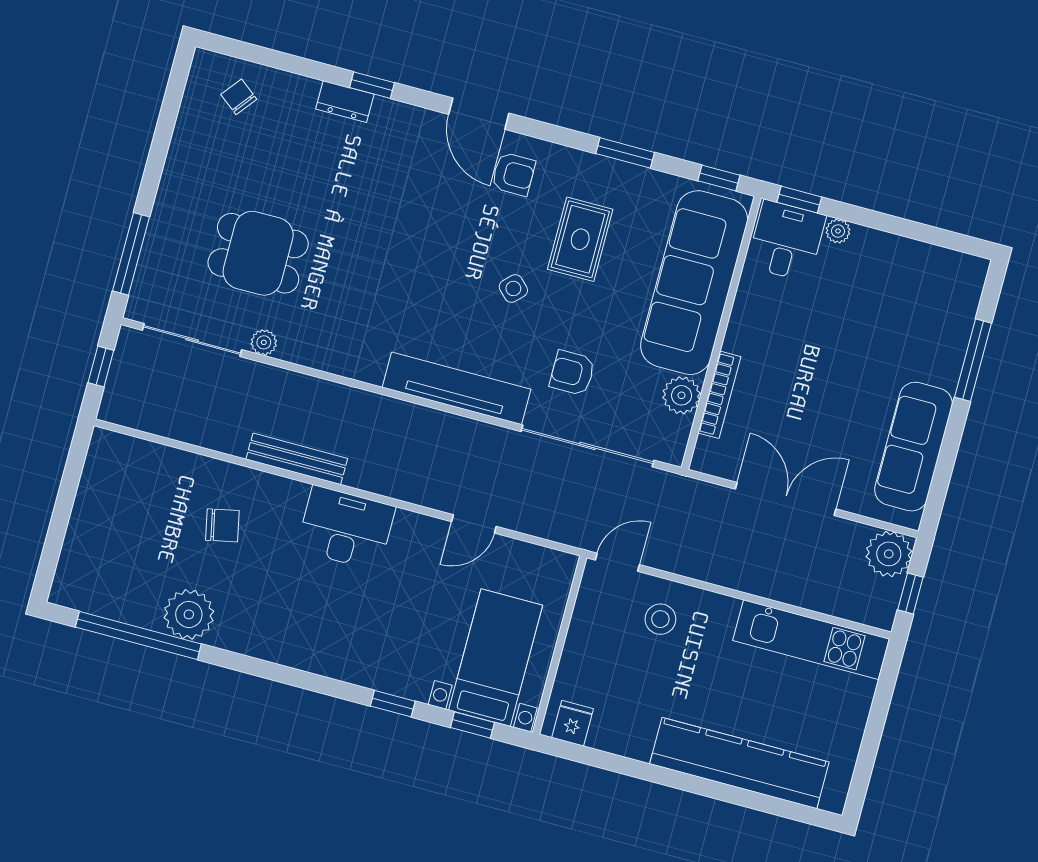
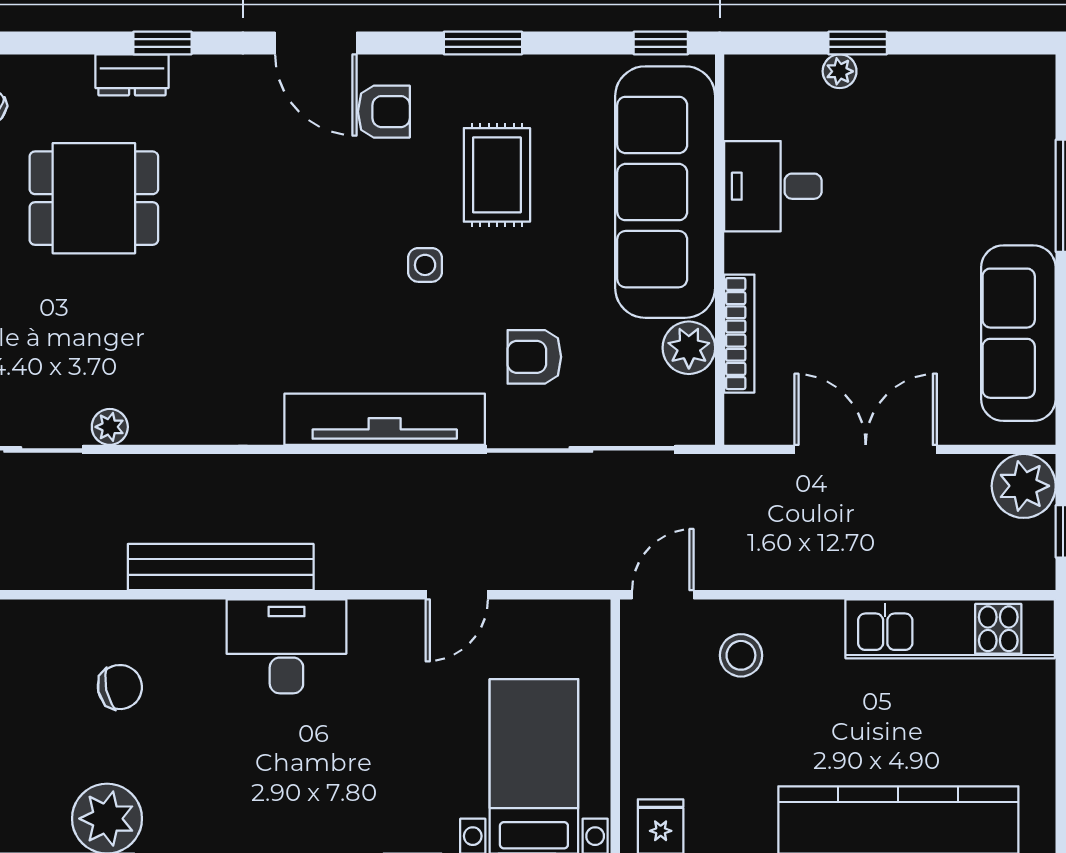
window: (625, 153) -> (483, 43), moved
window: (799, 200) -> (858, 43), moved
desk: (786, 241) -> (773, 186), moved, turned -90
dining table: (258, 253) -> (94, 198), moved
side table: (513, 288) -> (425, 265), turned 45
bench: (297, 459) -> (221, 567), width x1.37, depth x1.21

